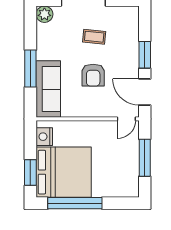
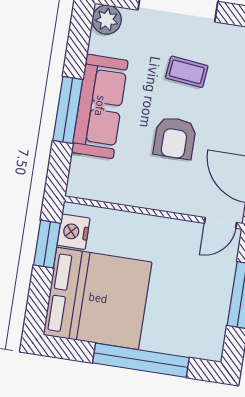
sofa: (48, 89) -> (100, 106), moved
window: (30, 172) -> (47, 244), moved
window: (75, 203) -> (141, 360), moved

